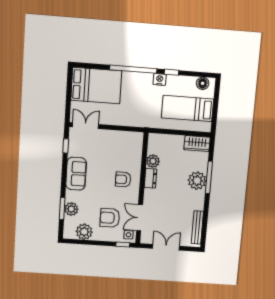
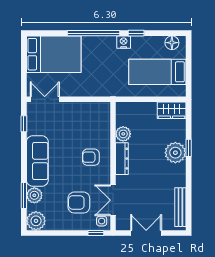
sofa: (76, 174) -> (37, 161), width x1.36
window: (209, 177) -> (189, 148), width x0.46
dresser: (150, 178) -> (122, 159), width x1.44
plant: (84, 232) -> (36, 221), moved

